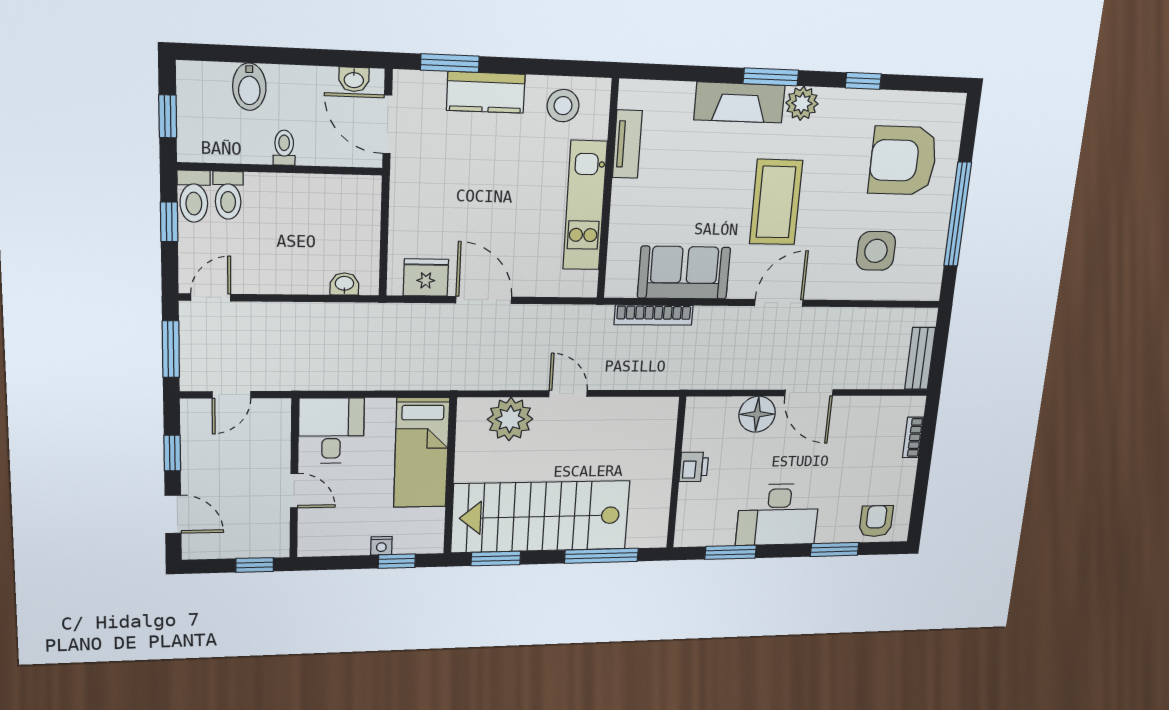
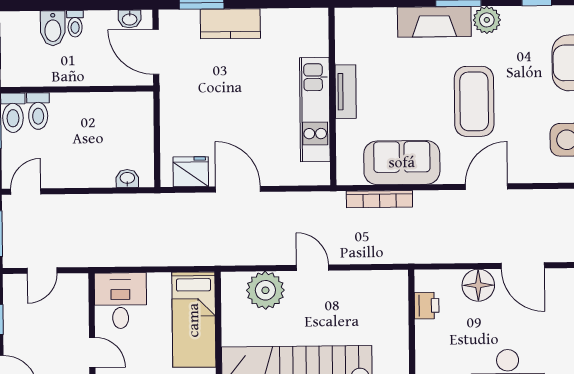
stool: (563, 106) -> (291, 31), removed
tv unit: (627, 144) -> (346, 92), moved
toilet: (284, 148) -> (75, 24), moved, turned 180
printer: (694, 467) -> (427, 306), moved

